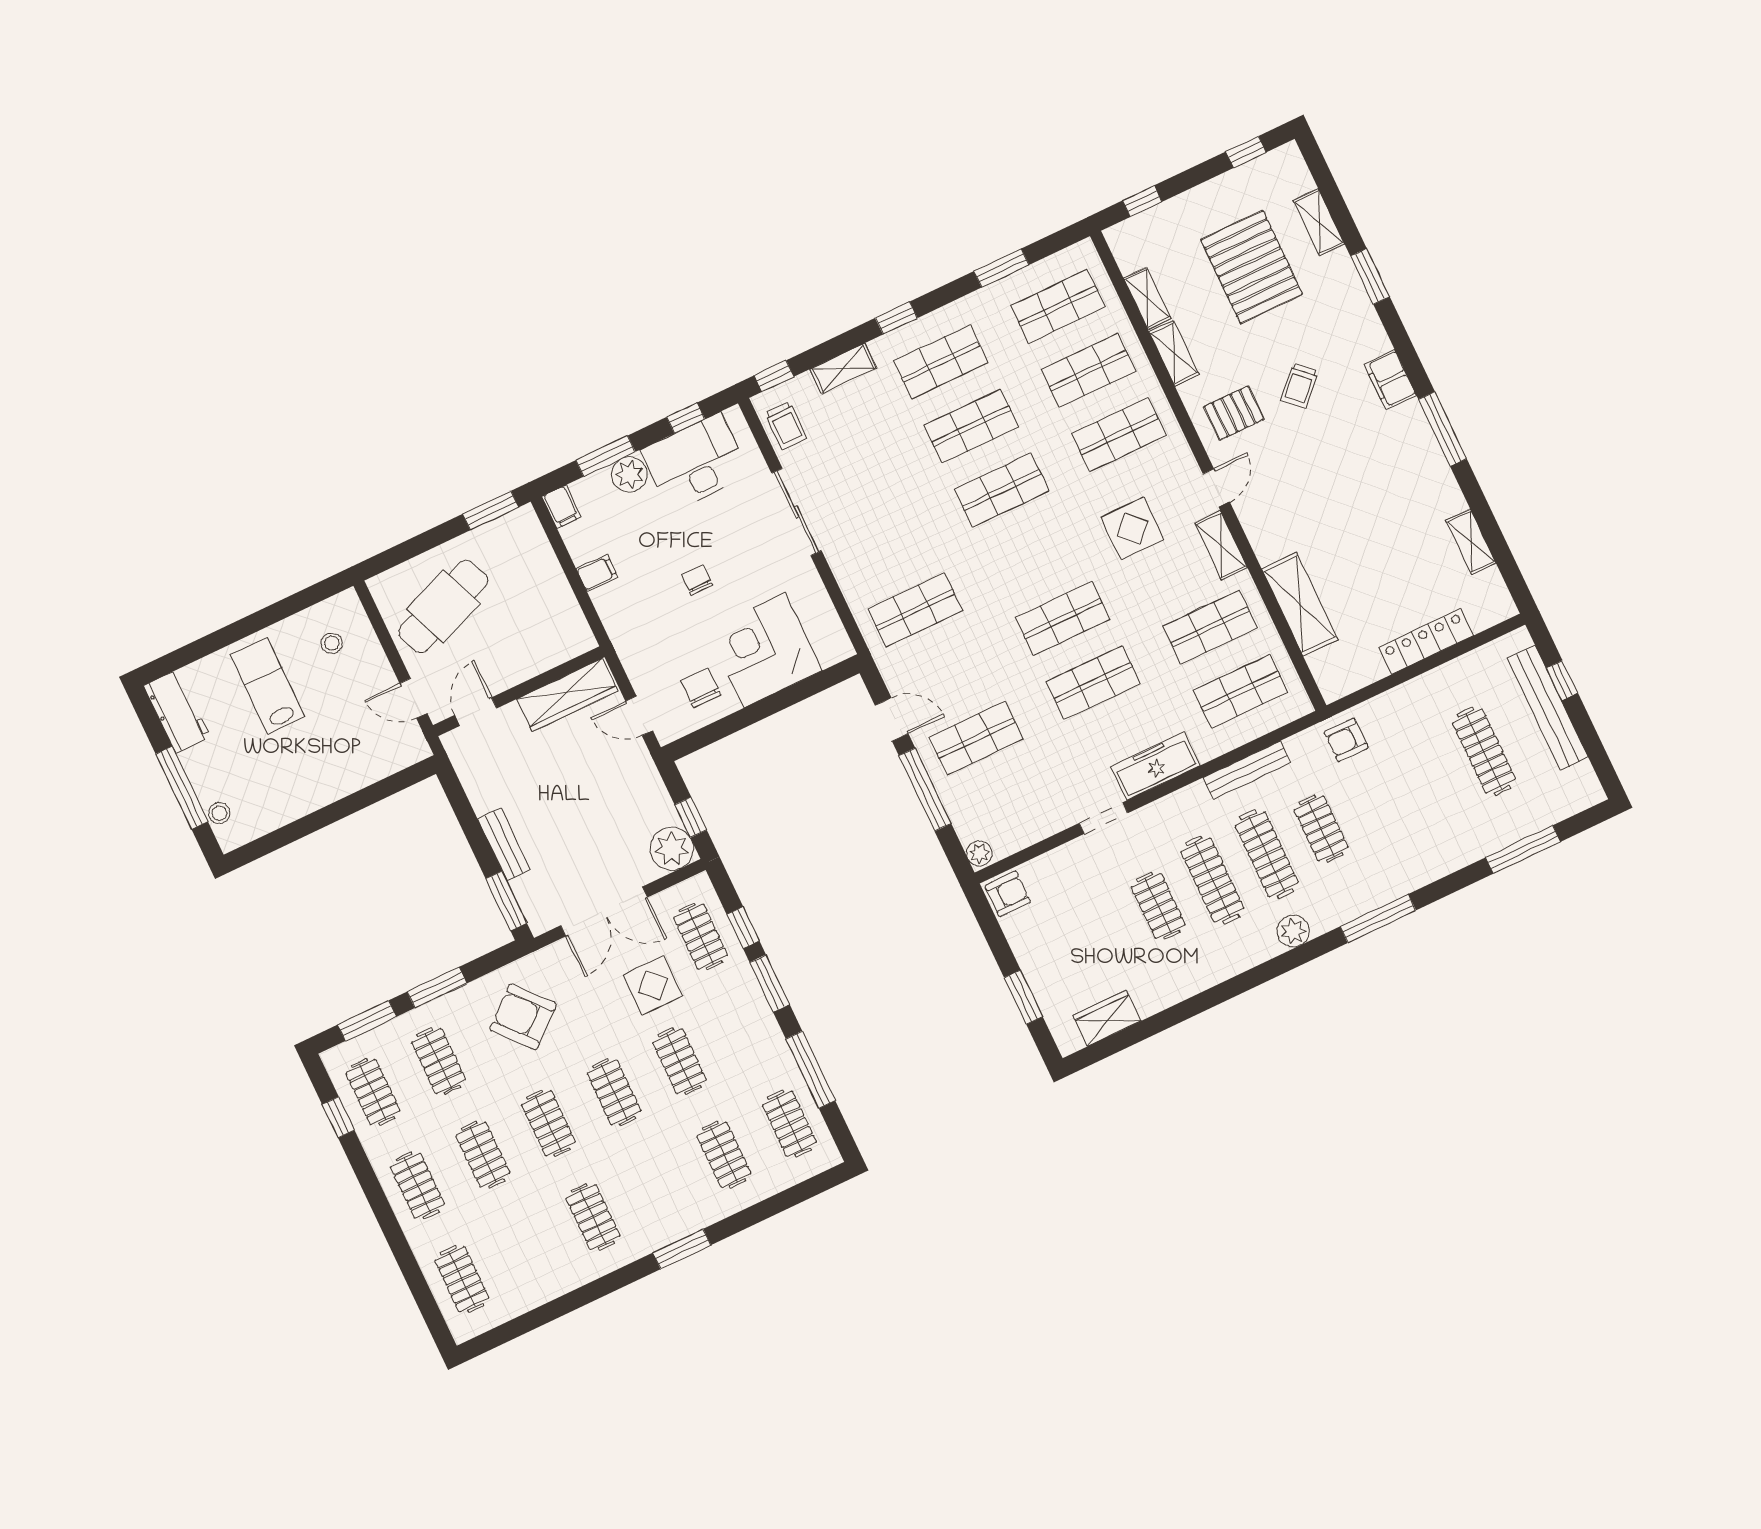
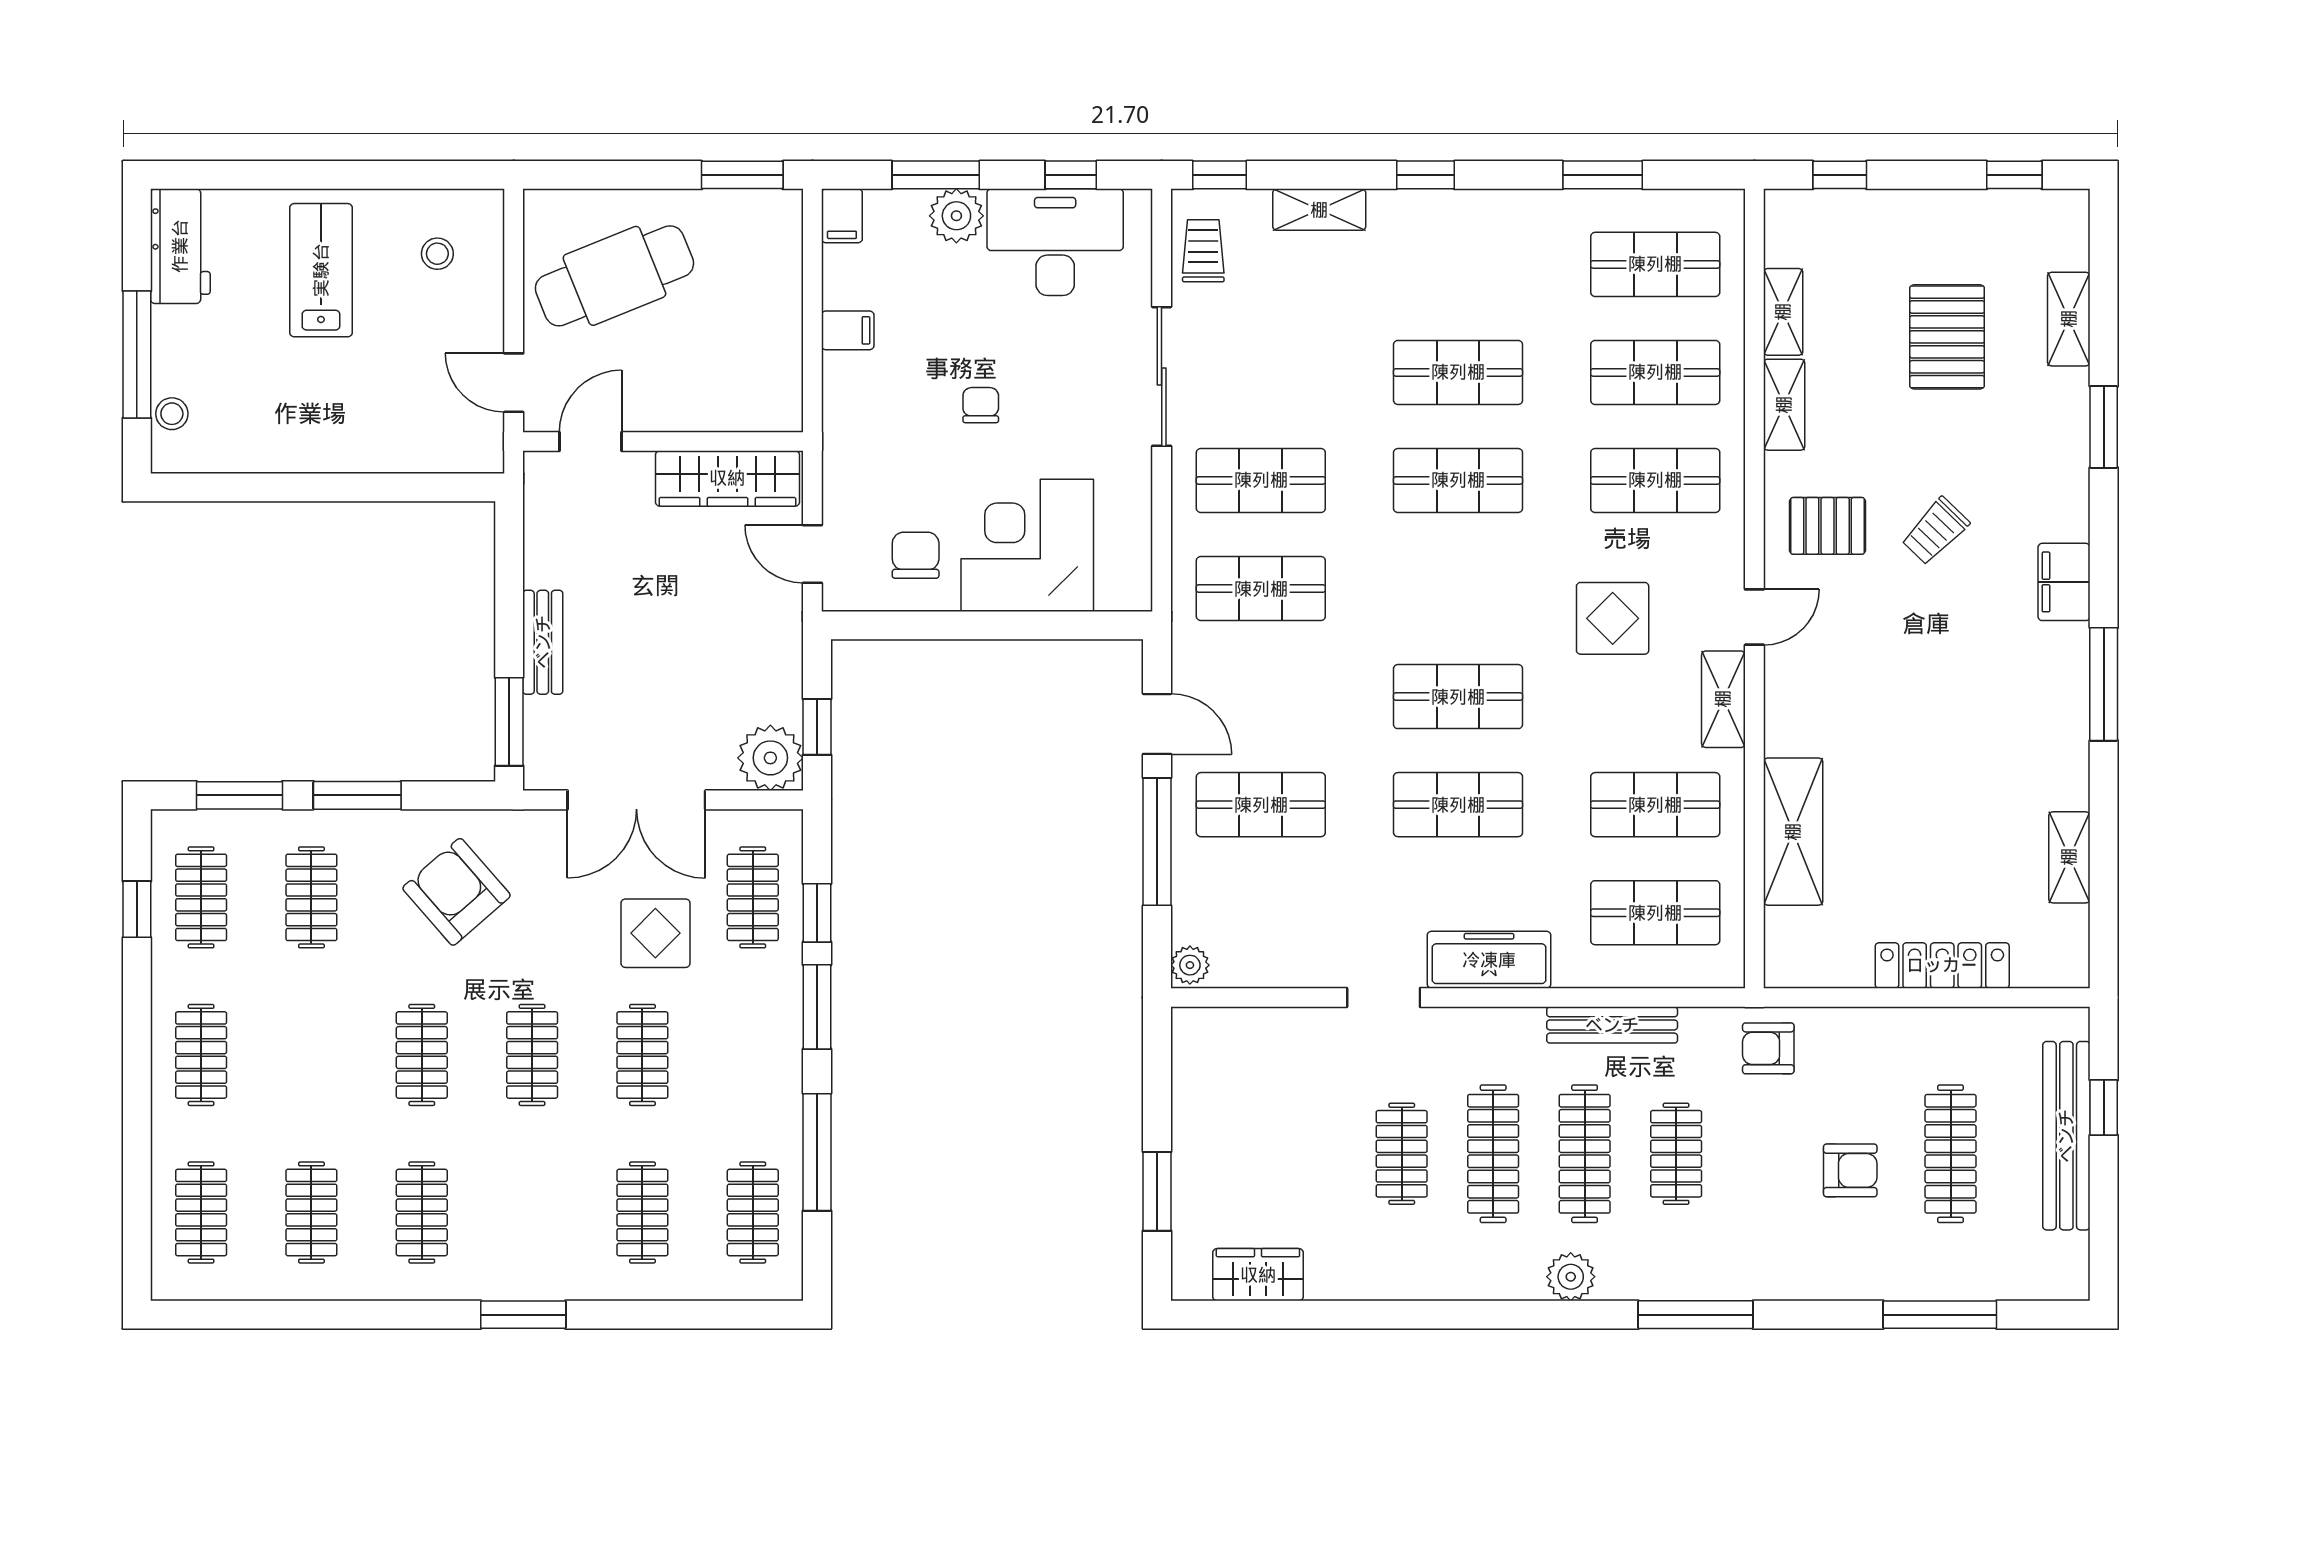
pallet: (1252, 267) -> (1947, 337), width x0.73, depth x0.71
shop shelf: (941, 362) -> (1261, 480), moved
trolley: (786, 426) -> (1203, 251), turned 180
armchair: (1008, 894) -> (1850, 1170), moved
clothes rail: (483, 1155) -> (311, 1213), moved

